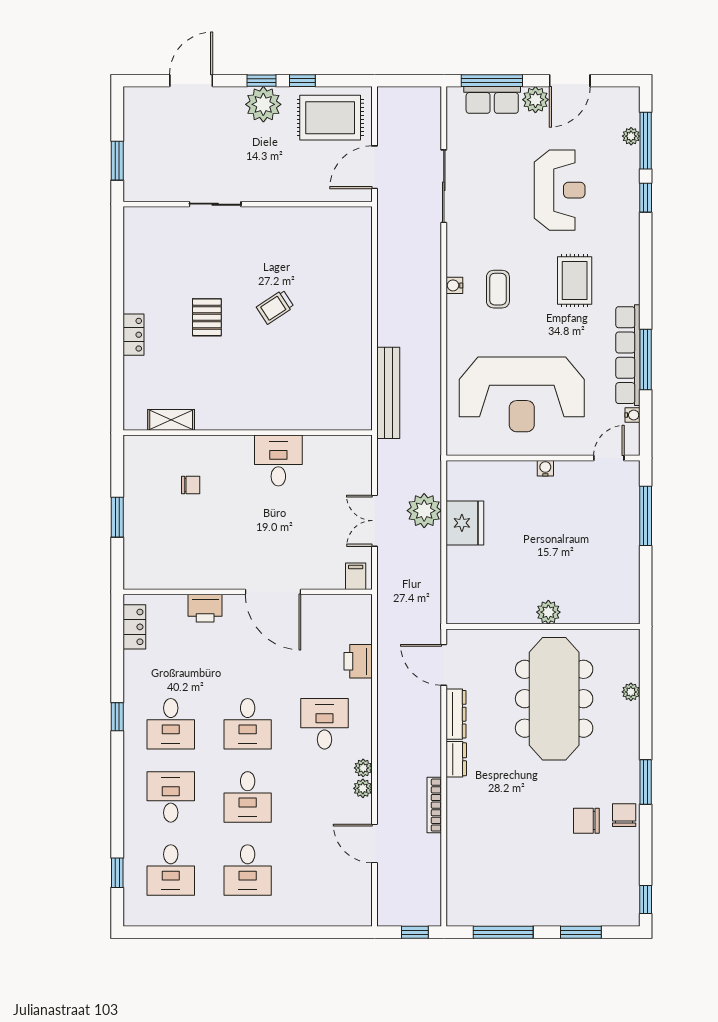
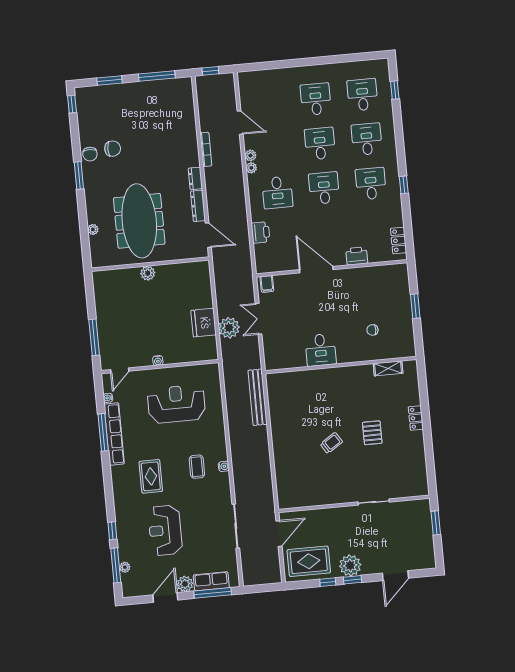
reception desk: (522, 394) -> (176, 404), width x0.74, depth x0.77
double door: (375, 521) -> (259, 319), swing flipped
desk: (171, 797) -> (367, 139), turned 180

